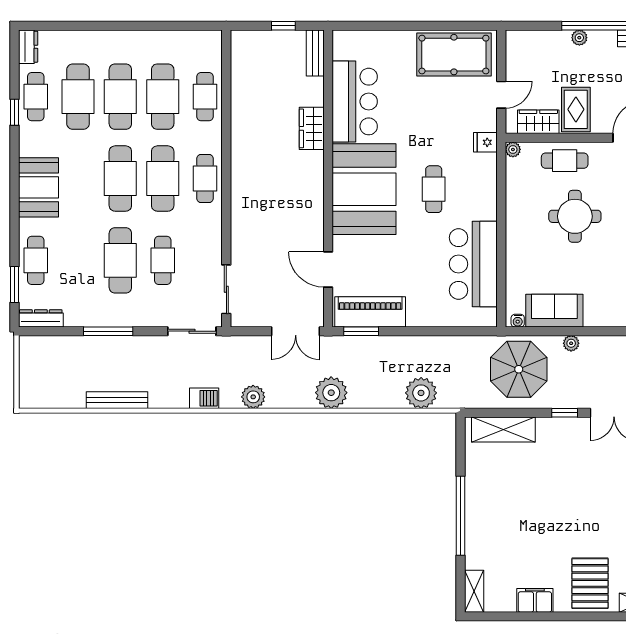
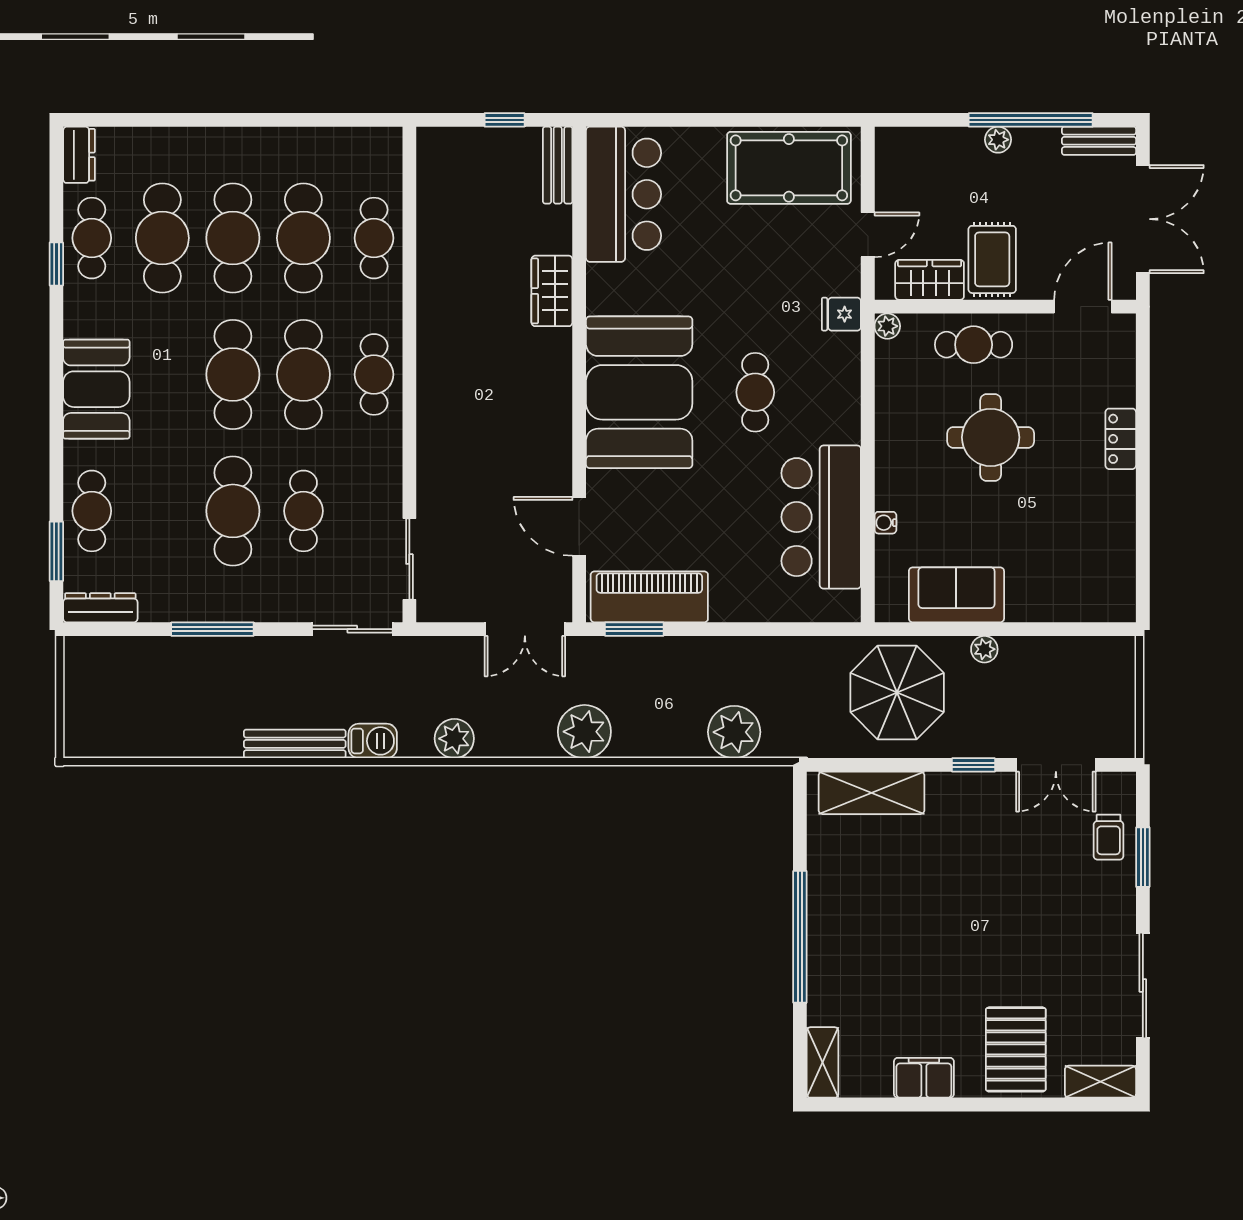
bar counter: (355, 102) -> (624, 194), moved
water cooler: (518, 321) -> (885, 523), moved, turned 90
bench: (117, 400) -> (295, 744), moved

